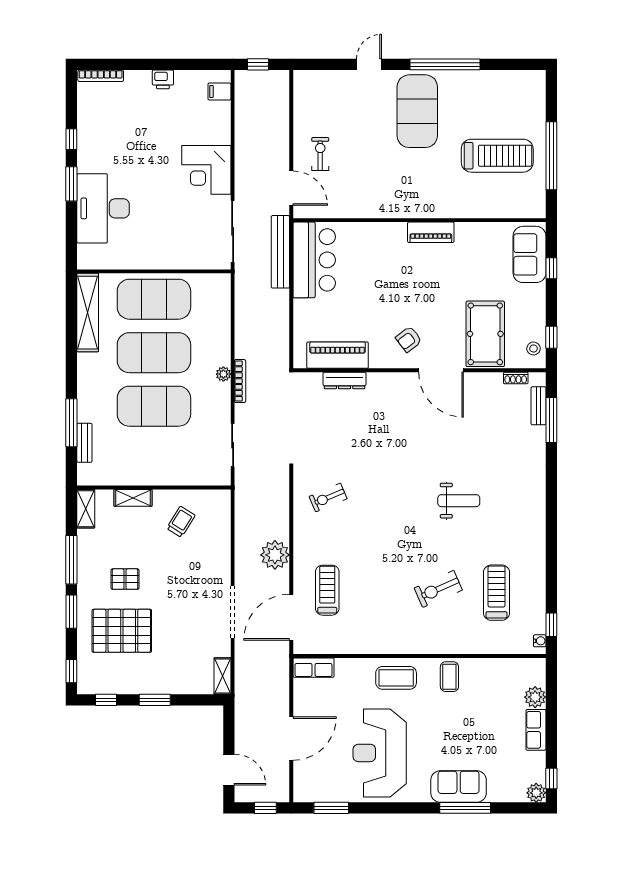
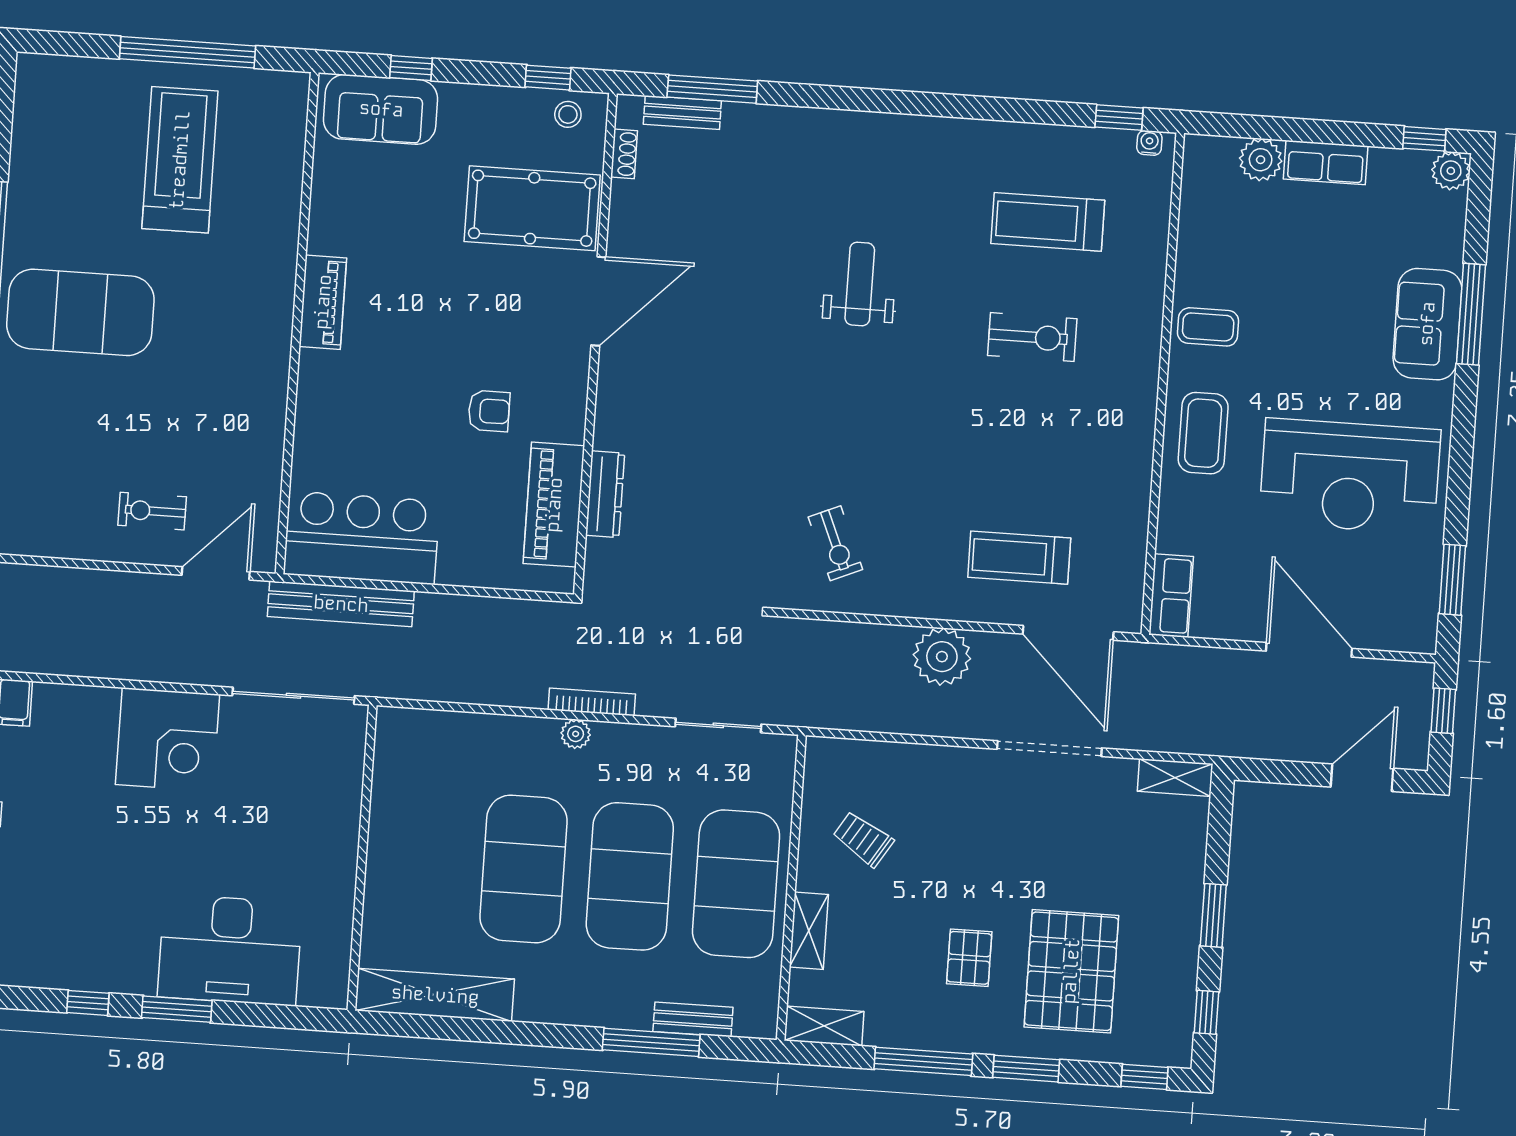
exercise mat: (154, 299) -> (736, 884), moved
armchair: (409, 339) -> (489, 411), moved, turned -53
exercise bike: (438, 589) -> (1032, 337), turned -66

